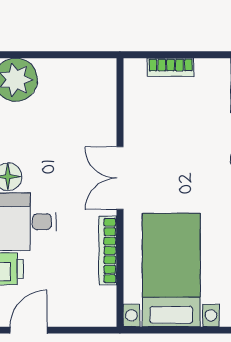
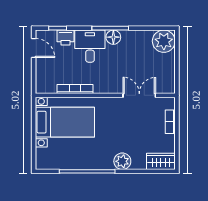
double door: (120, 178) -> (139, 95), moved

